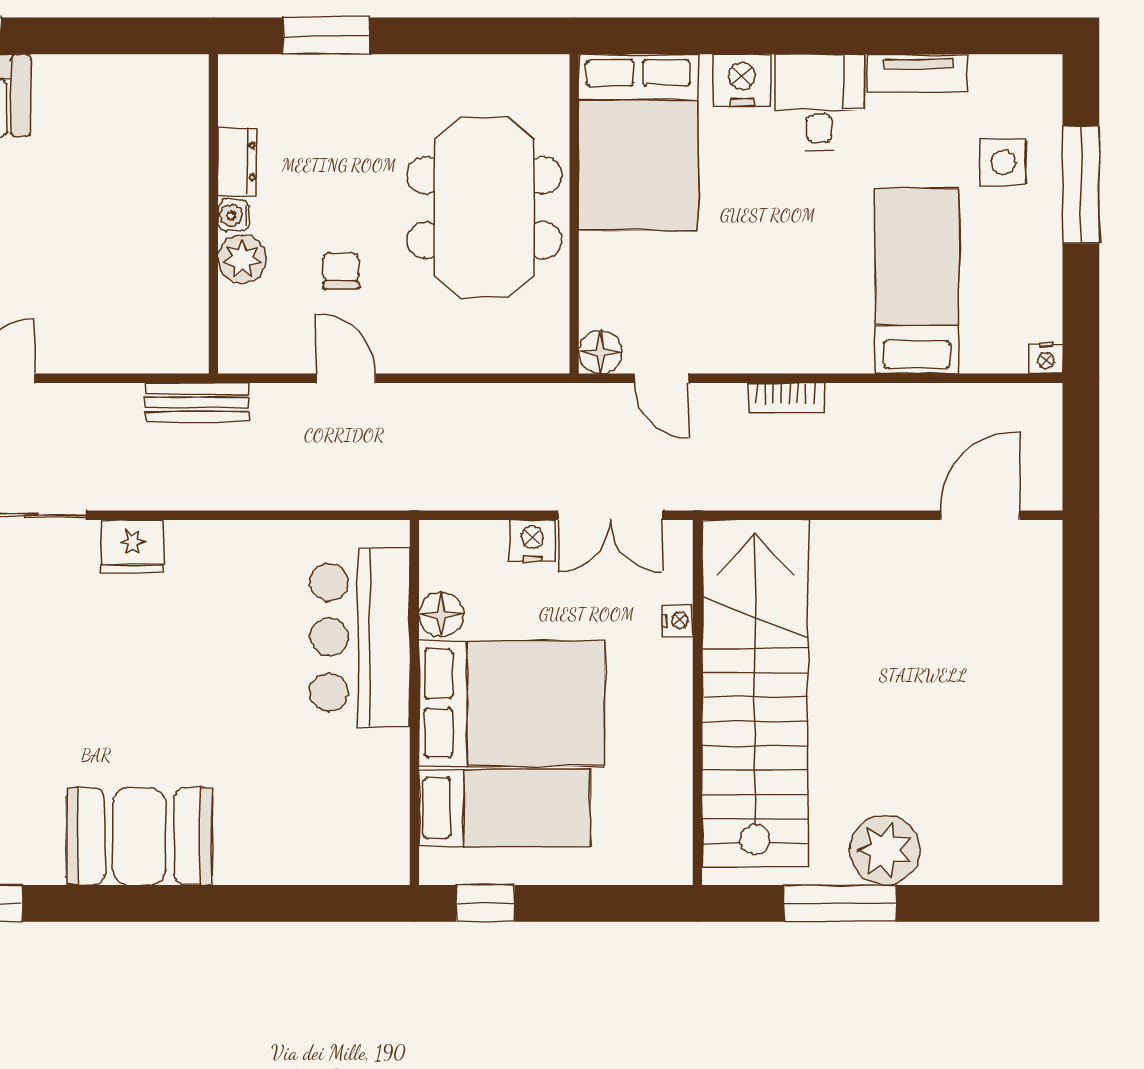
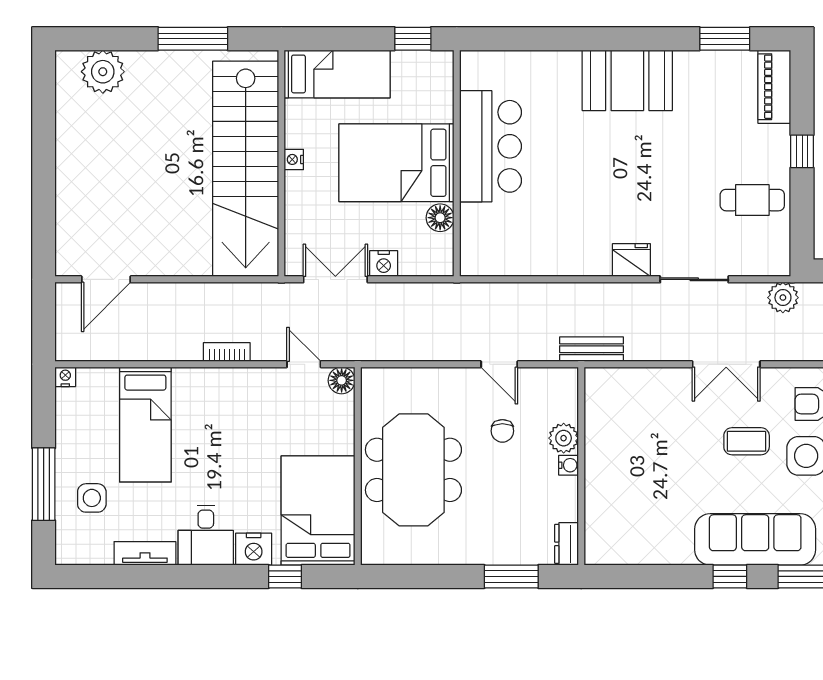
window: (691, 36) -> (285, 576), added
dresser: (237, 161) -> (567, 544), moved
nightstand: (677, 620) -> (294, 159), moved
bar counter: (360, 637) -> (491, 146), moved
bed: (504, 808) -> (337, 74), moved, turned 180
plant: (885, 850) -> (103, 72), moved

